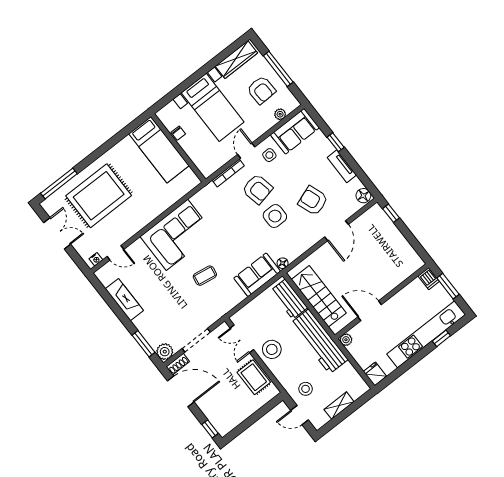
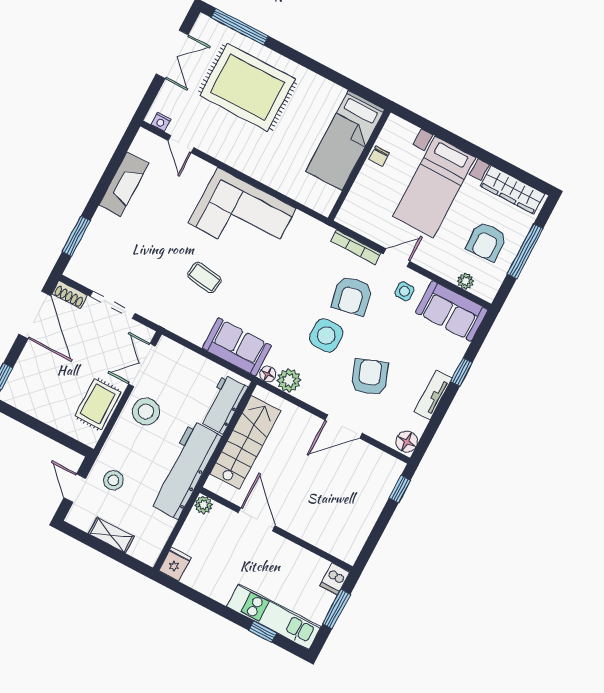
kitchen unit: (426, 334) -> (274, 617), width x0.73
plant: (165, 352) -> (289, 380), moved

